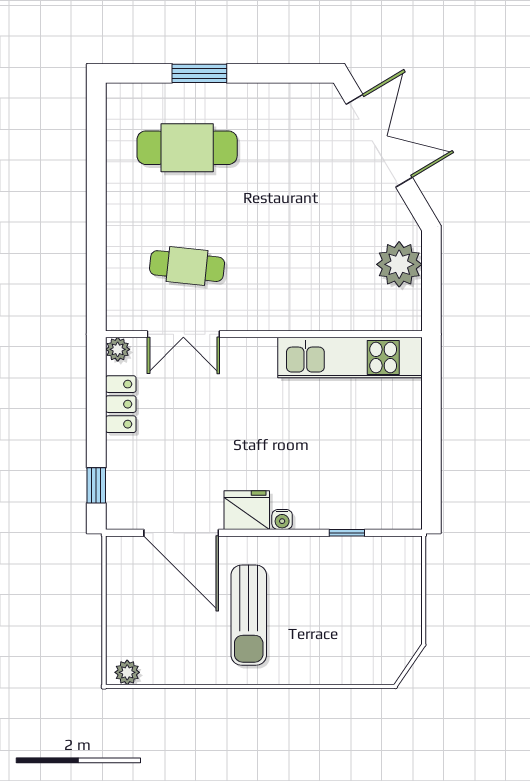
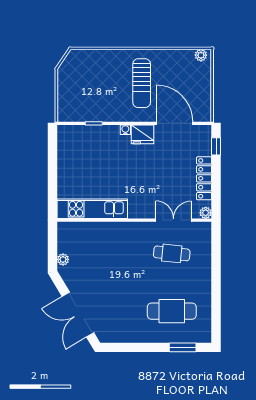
window: (199, 73) -> (183, 347), moved
plant: (399, 264) -> (63, 259), width x0.53, depth x0.53
locker: (121, 404) -> (204, 178), width x1.53
sun lounger: (249, 615) -> (142, 83), turned 180

